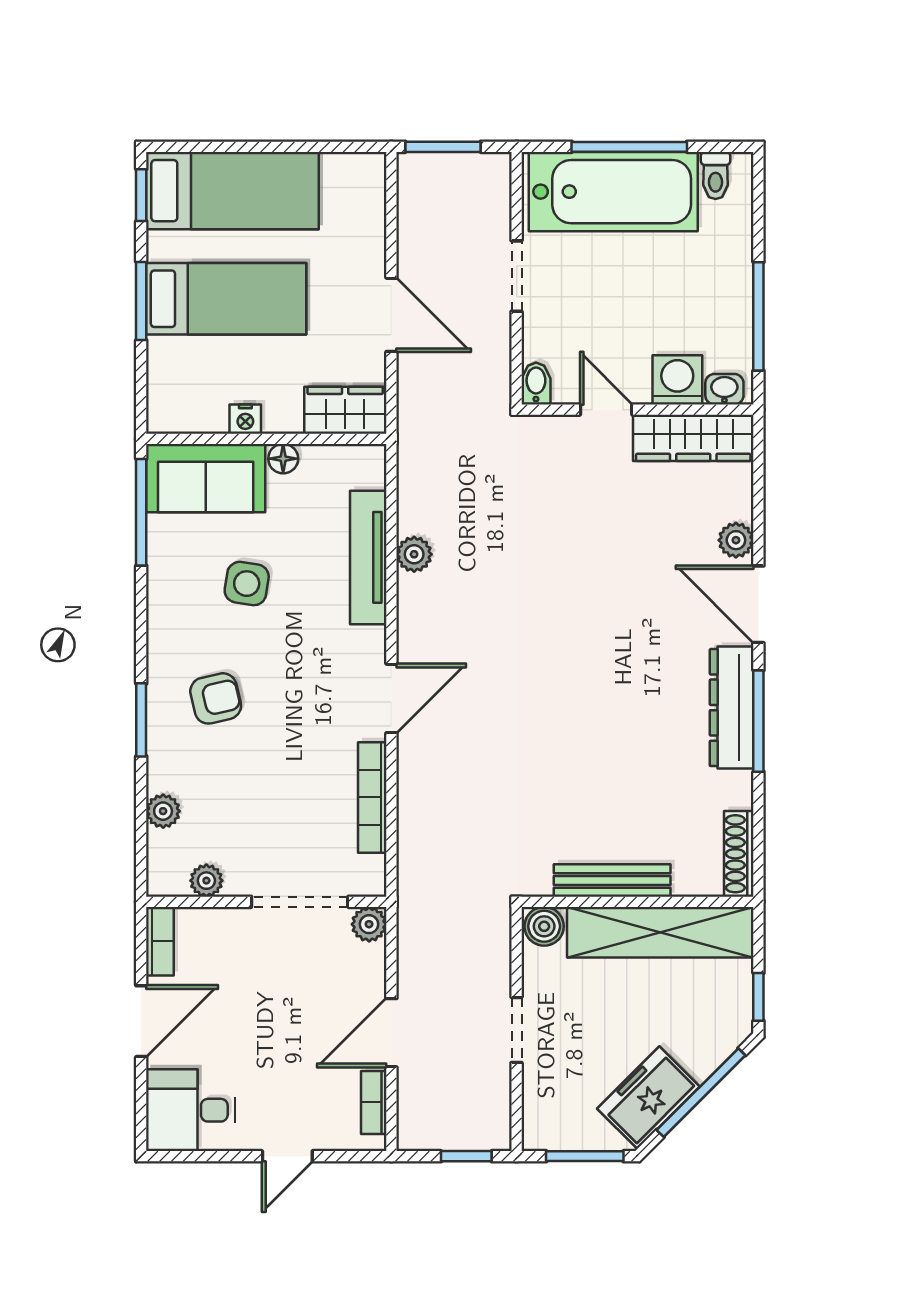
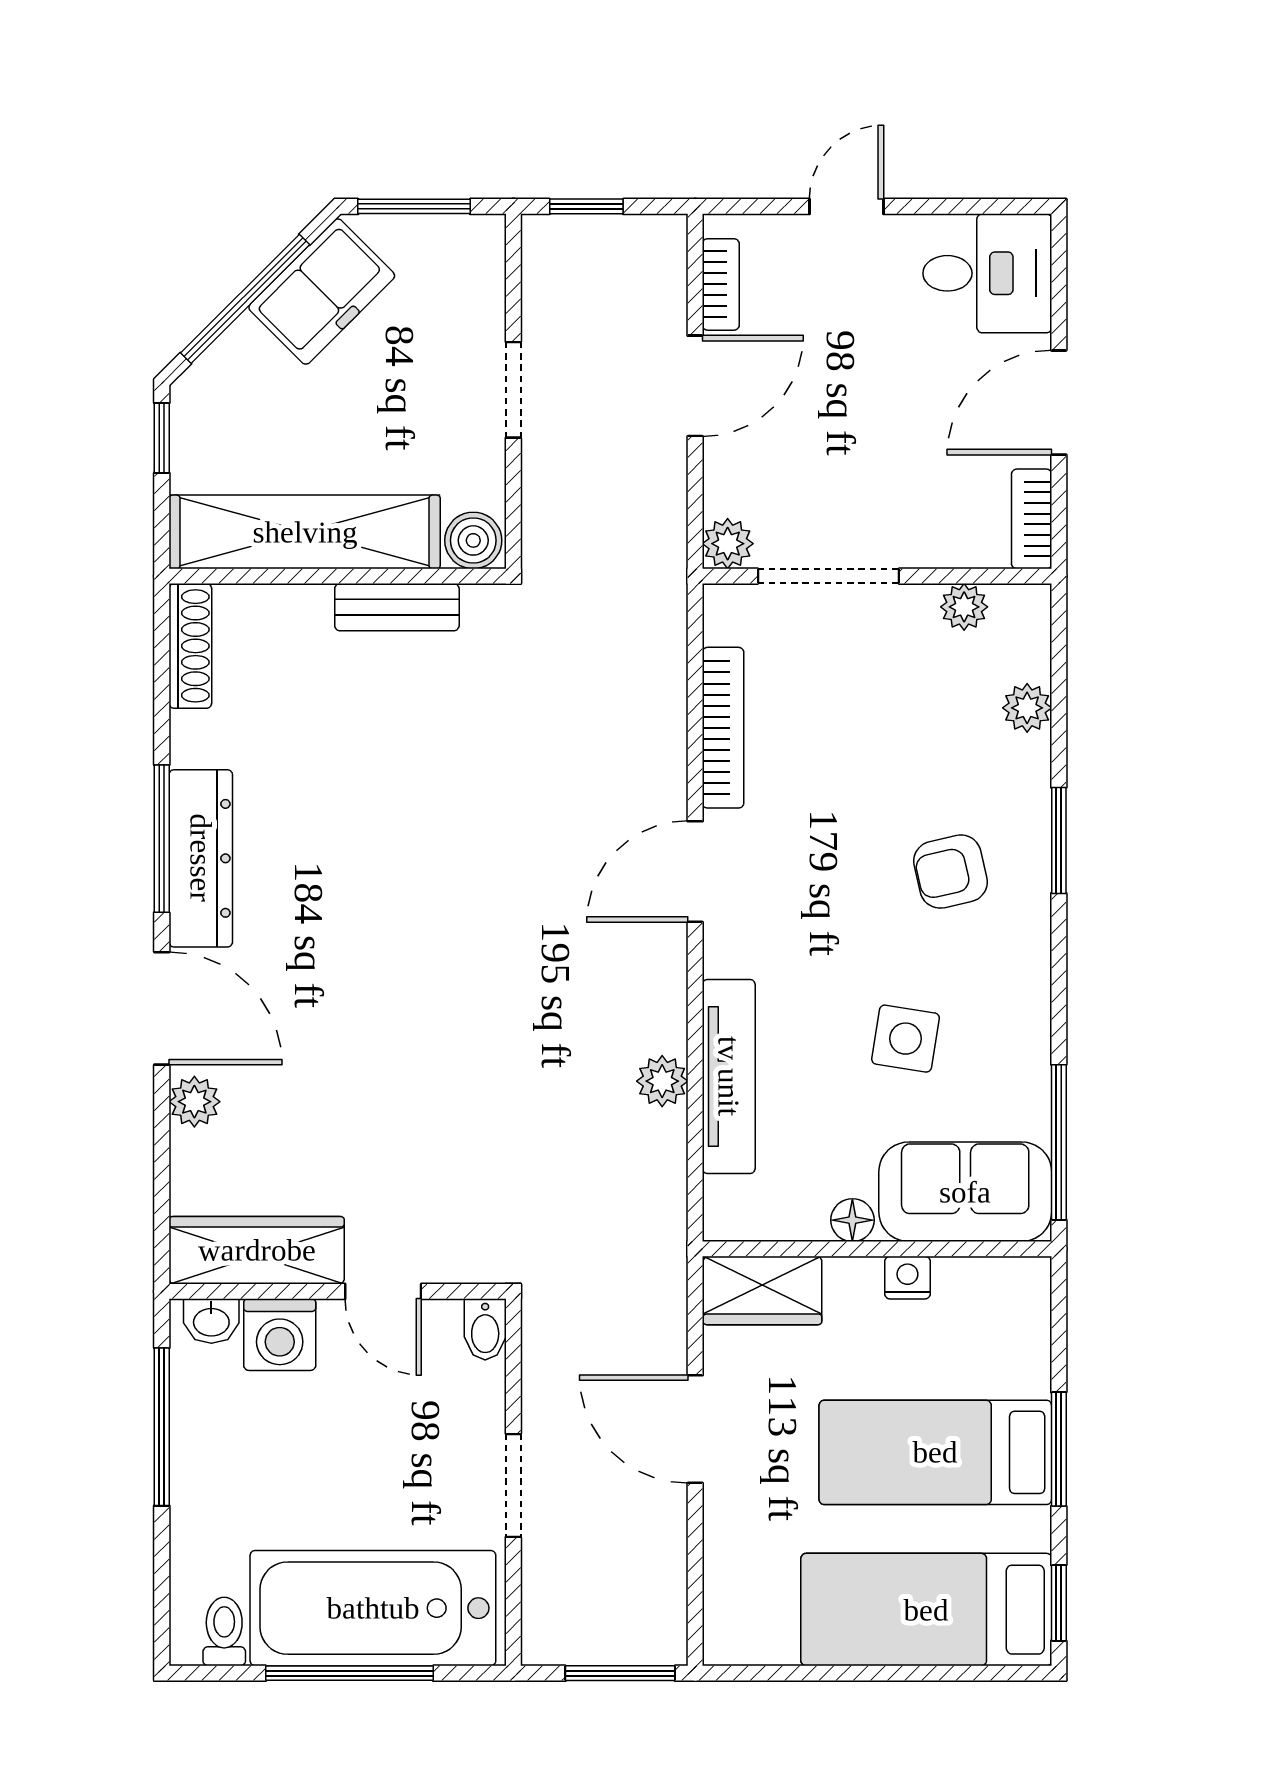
bench: (612, 880) -> (397, 607), width x0.73

